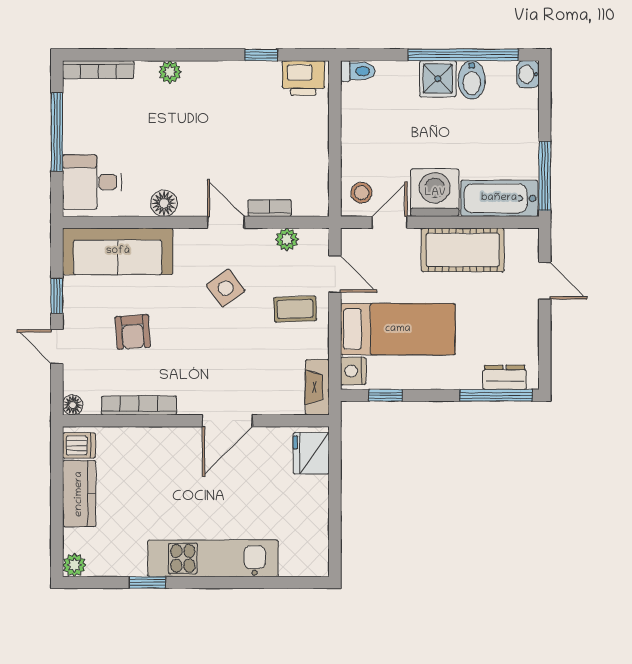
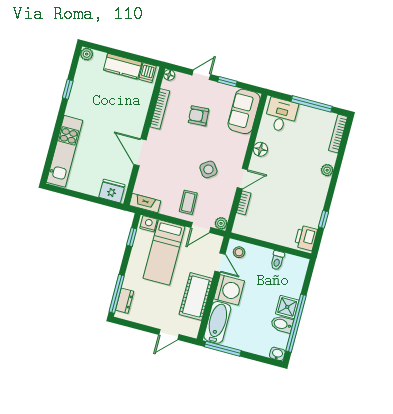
toilet: (358, 71) -> (277, 260), moved
plant: (287, 239) -> (221, 223), moved
sofa: (118, 251) -> (244, 111), width x0.73
kitchen unit: (213, 558) -> (65, 151), moved

